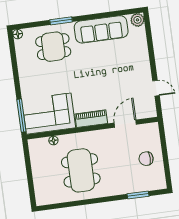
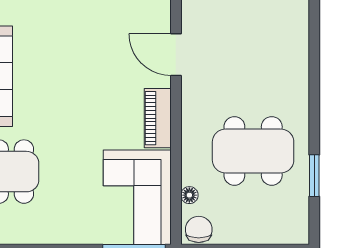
chair: (146, 159) -> (199, 229), moved, turned 180
window: (138, 195) -> (314, 176), moved

